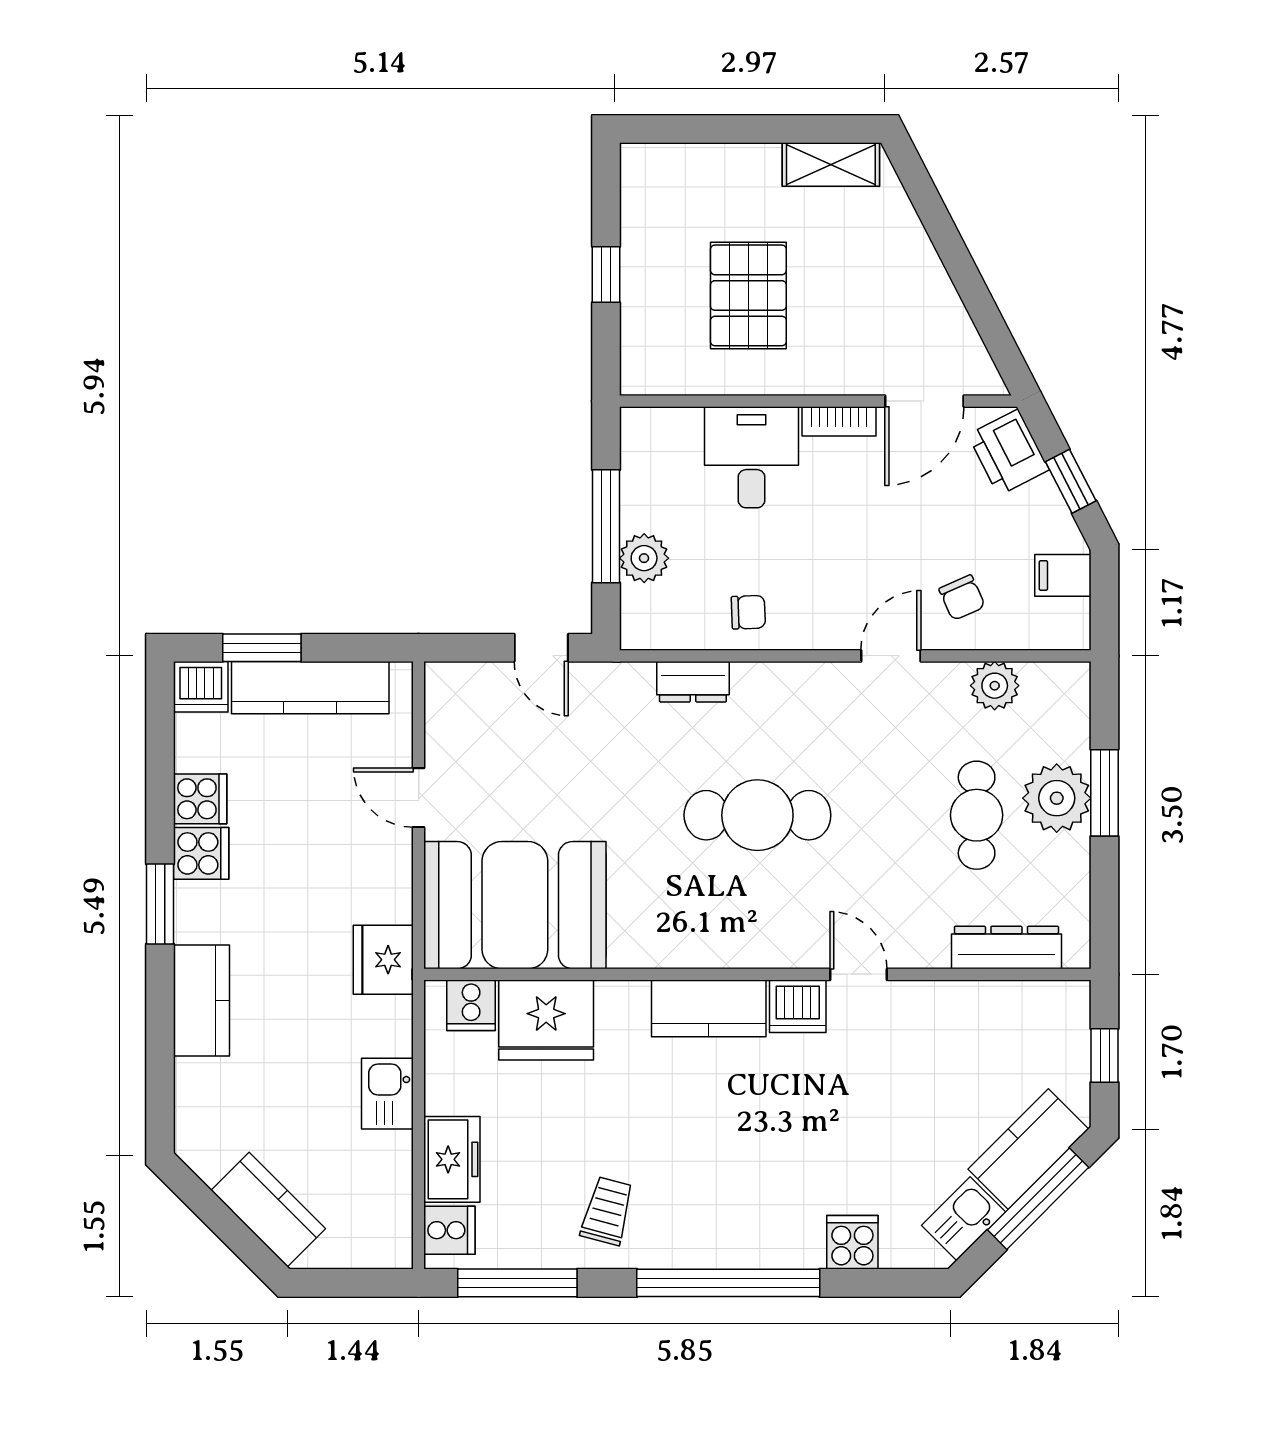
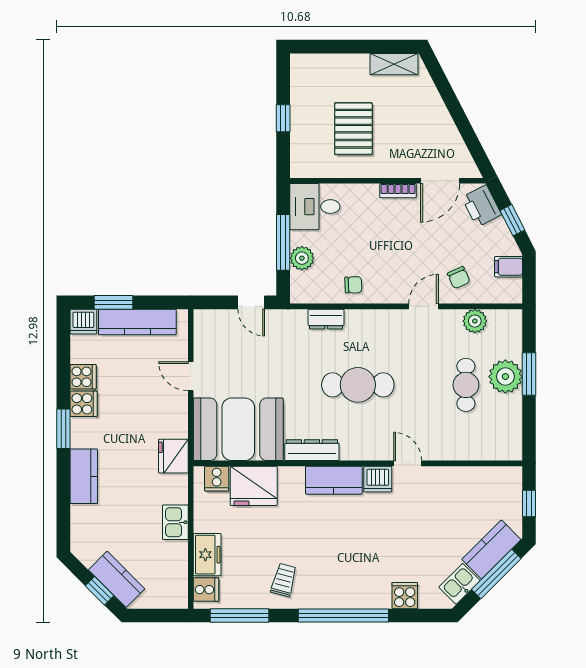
desk: (751, 457) -> (315, 207), moved, turned -90
dresser: (1006, 947) -> (312, 450), moved
window: (234, 1233) -> (100, 591), added

